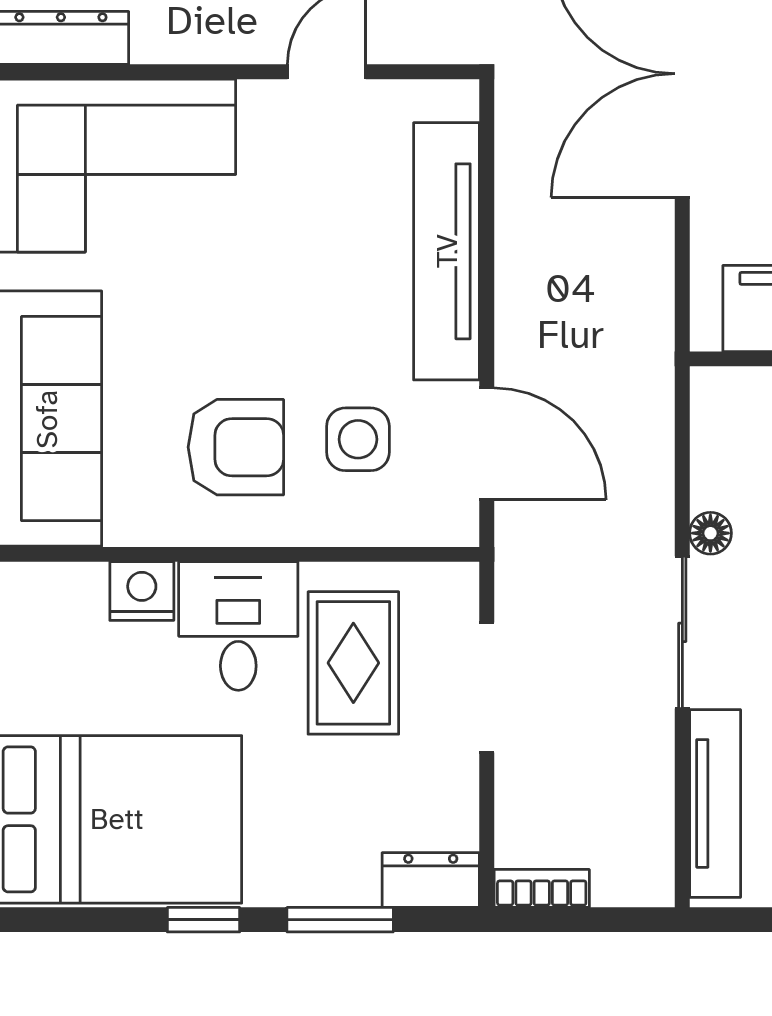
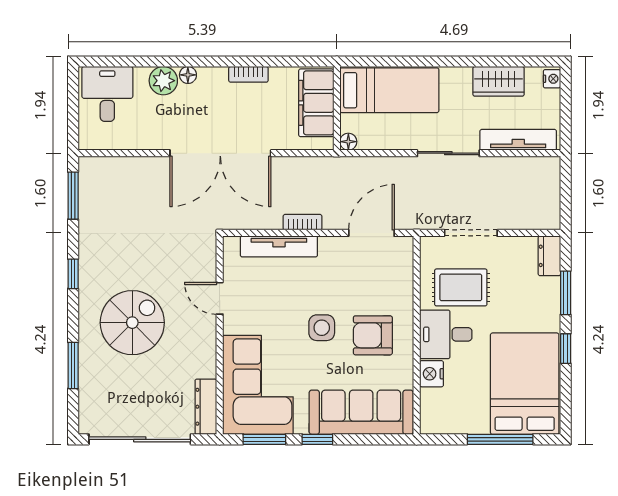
tv unit: (447, 251) -> (279, 246), width x0.73, depth x0.78
side table: (358, 439) -> (322, 328), moved
armchair: (236, 447) -> (373, 335), turned -90
floor lamp: (710, 533) -> (348, 142), moved
bookcase: (542, 888) -> (303, 222), moved, turned 90

